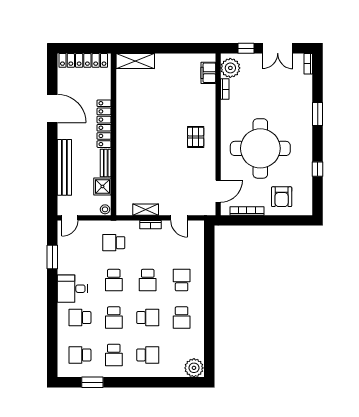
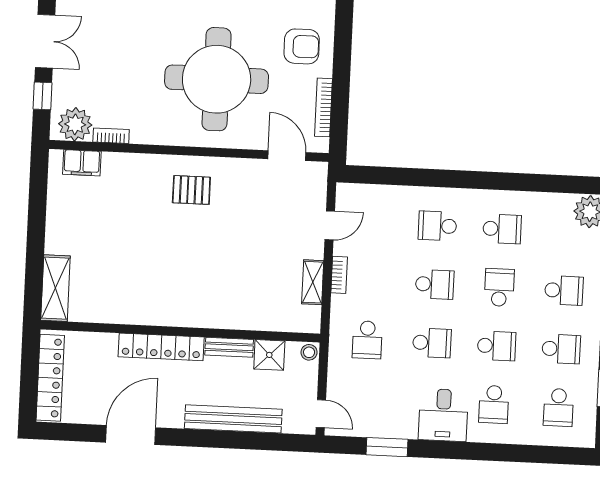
school desk: (148, 355) -> (564, 290), turned 90

